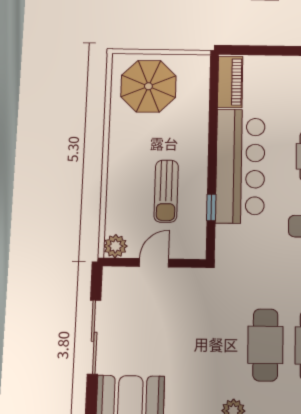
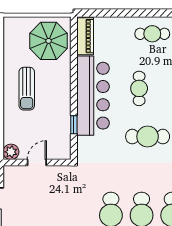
parasol: (148, 86) -> (49, 41), moved
sun lounger: (166, 191) -> (27, 89), moved

